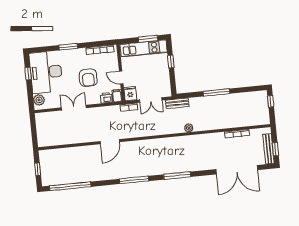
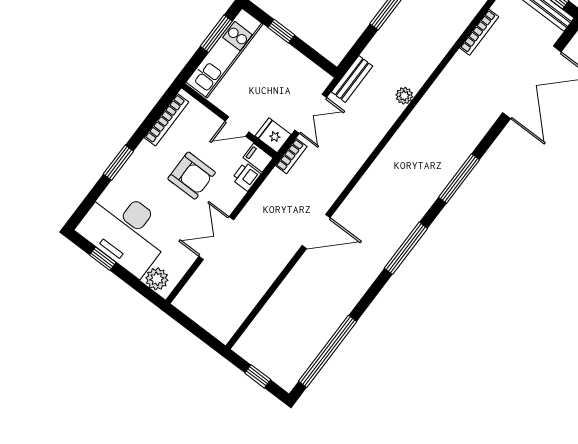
door: (110, 142) -> (316, 231), hinge flipped

